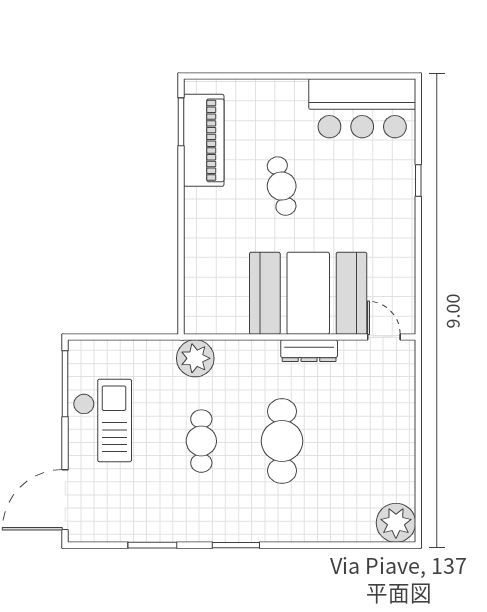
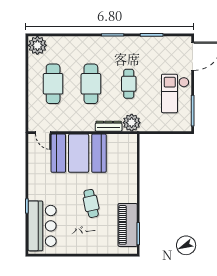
bar counter: (362, 108) -> (42, 226), moved, turned 90
dresser: (309, 351) -> (109, 126), moved
cafe table: (363, 441) -> (53, 84), added

